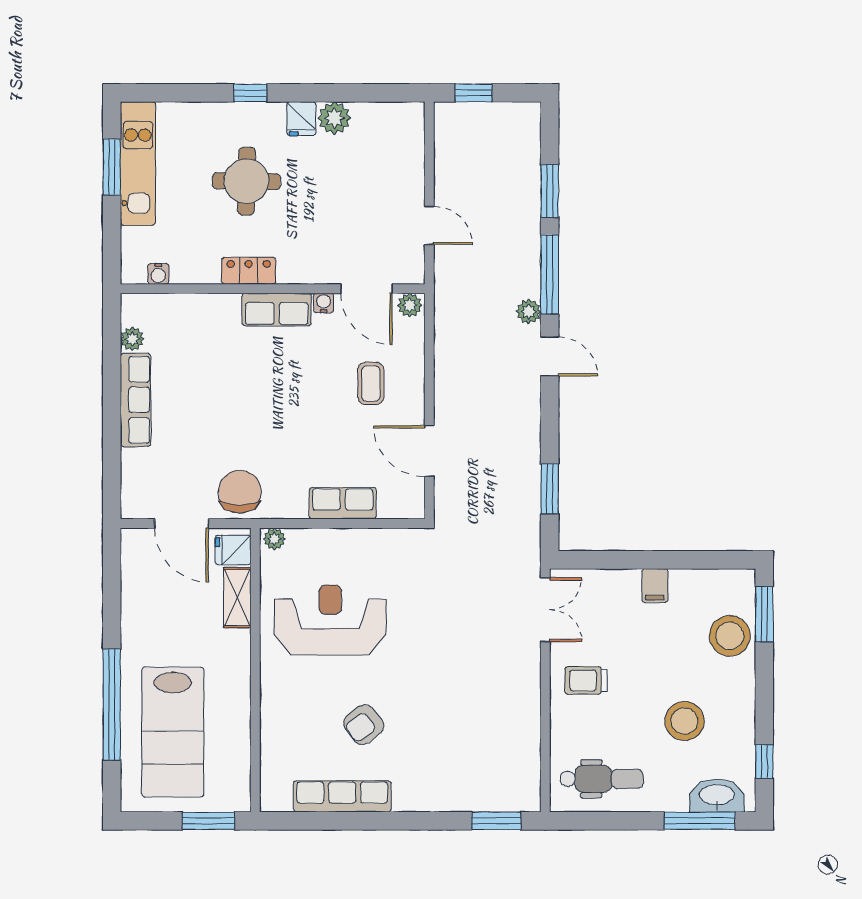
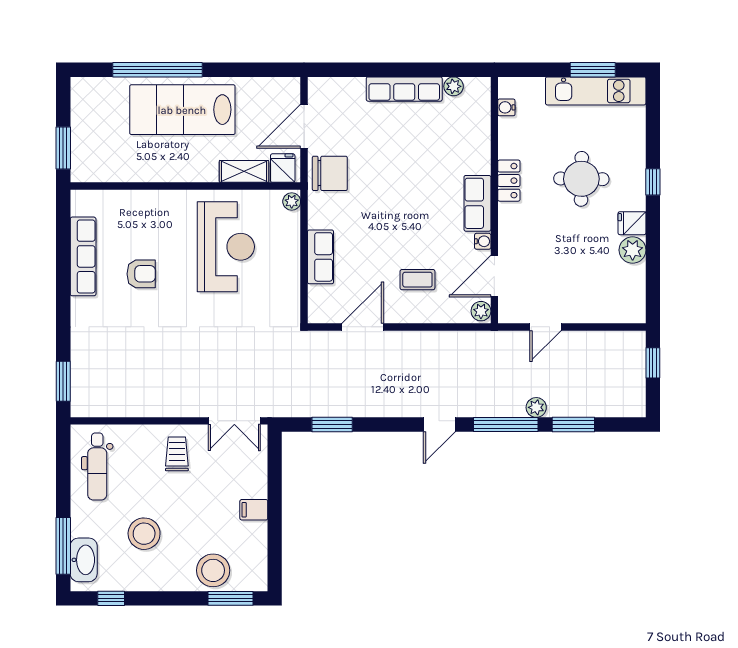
plant: (529, 312) -> (536, 407), moved
armchair: (364, 725) -> (141, 274), turned 128
lab bench: (173, 732) -> (182, 110), moved

